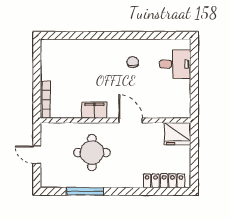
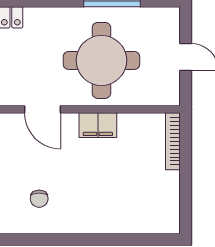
round table: (92, 153) -> (101, 60), width x1.36, depth x1.36

